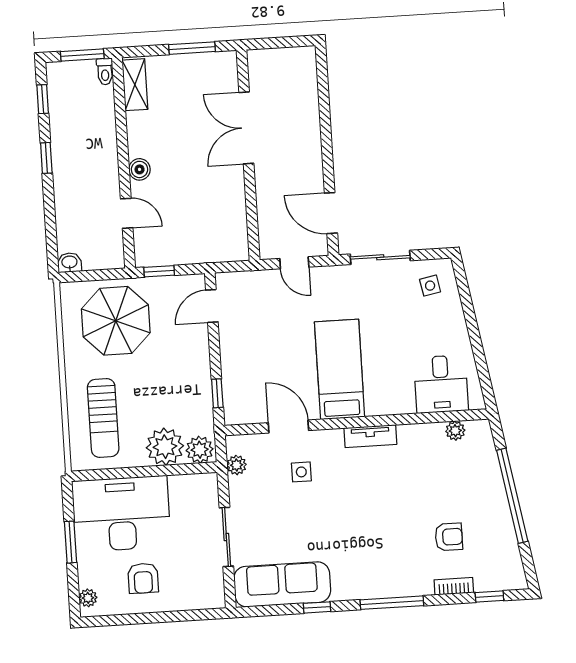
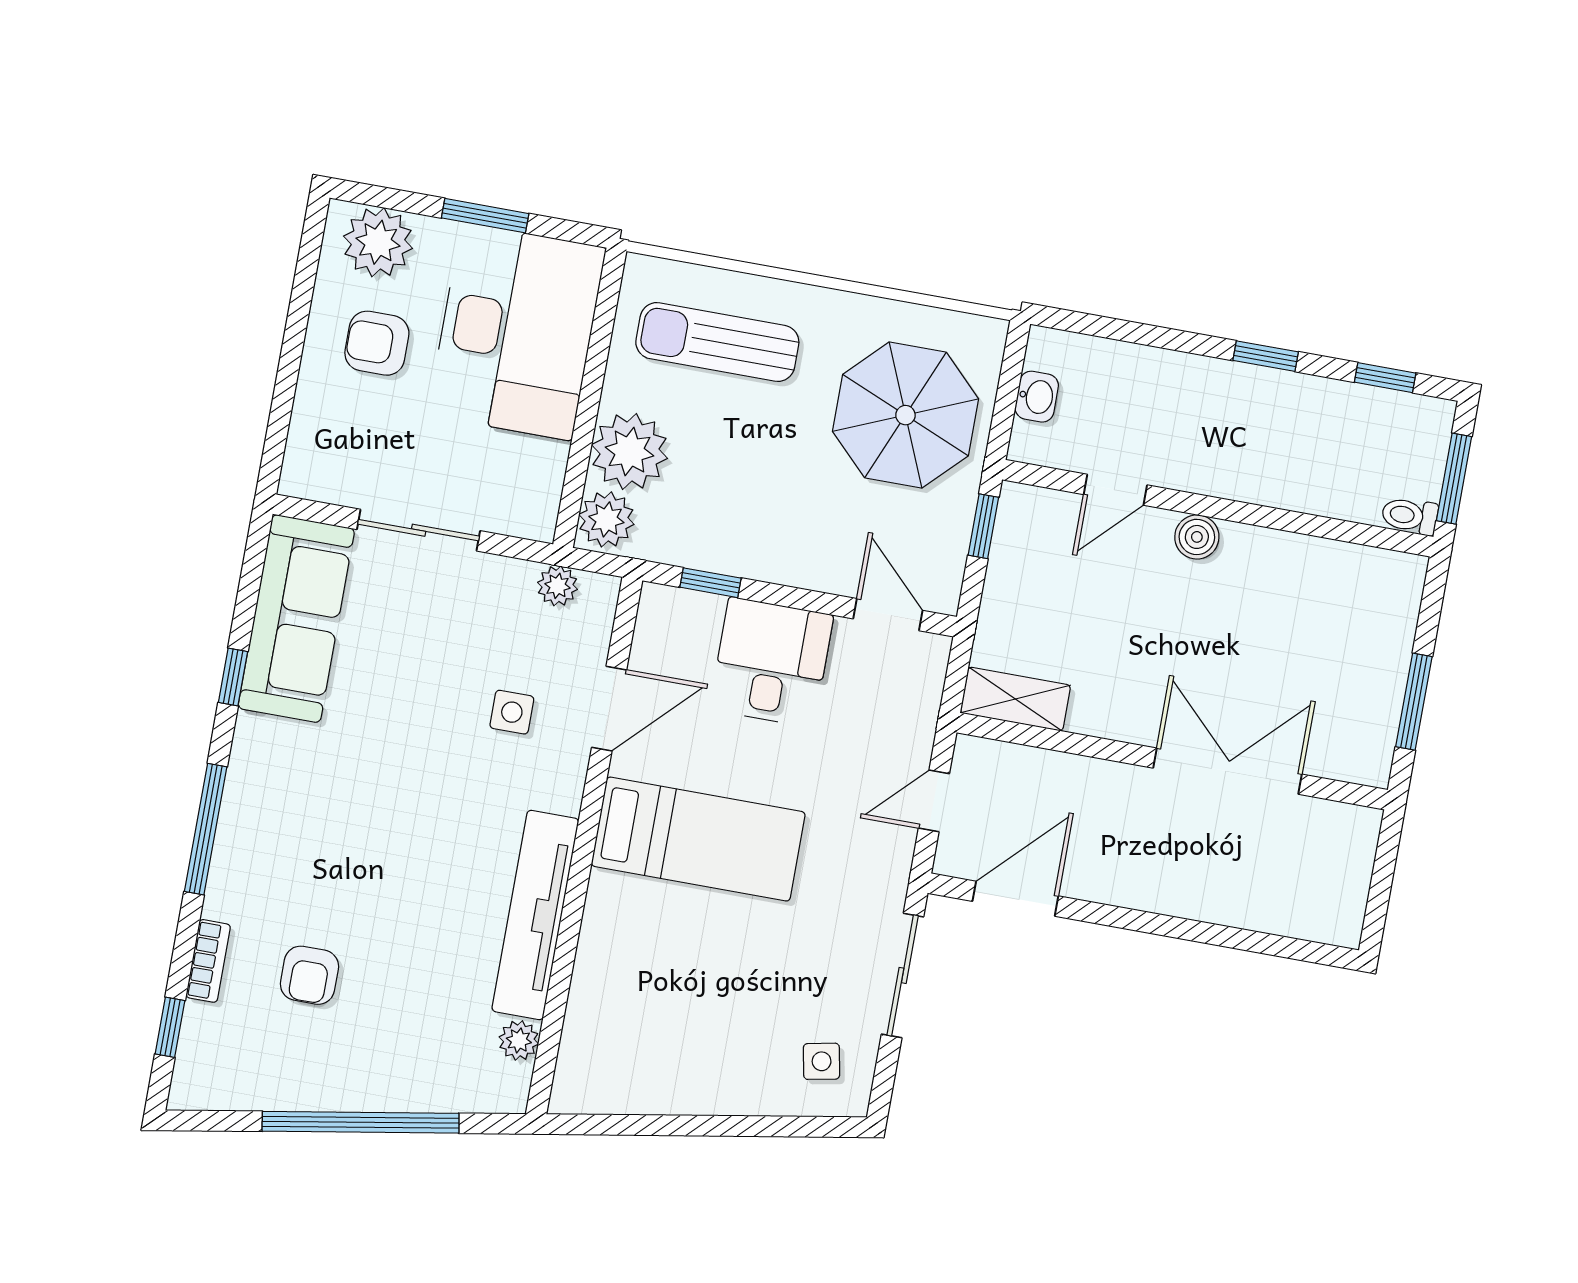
shelving: (135, 85) -> (1015, 699), moved
washbasin: (70, 263) -> (1037, 397), moved
desk: (441, 384) -> (771, 662), moved, turned 90
tv unit: (370, 436) -> (535, 915), width x1.92, depth x1.29
plant: (88, 598) -> (378, 242), width x1.88, depth x1.88

